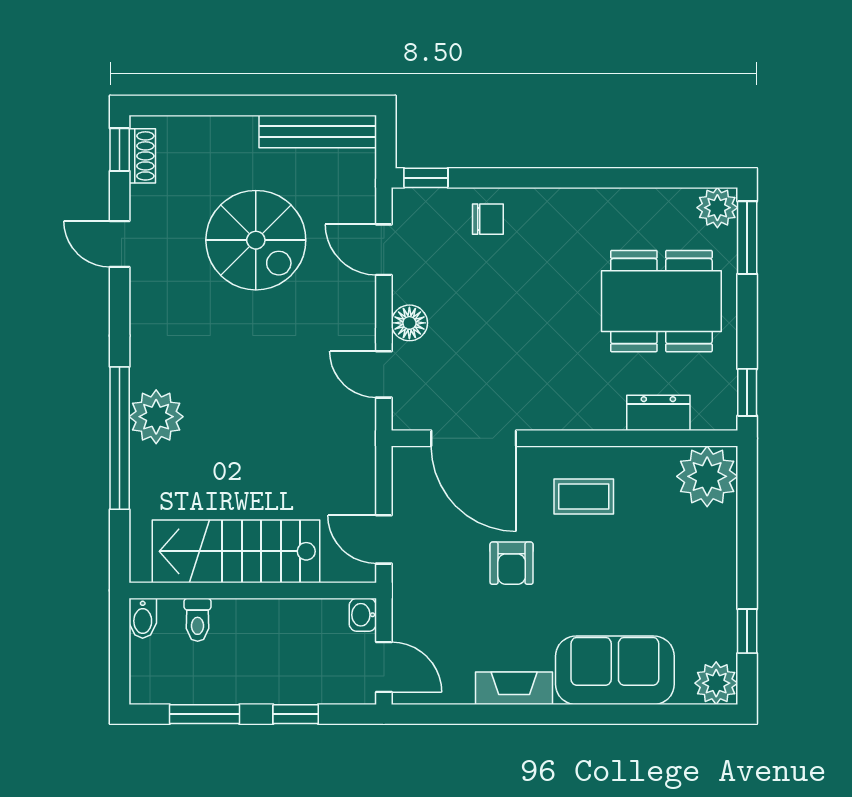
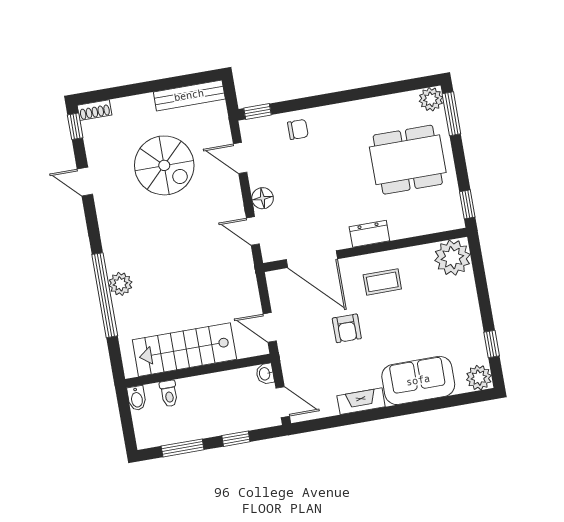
shoe rack: (142, 156) -> (95, 110), moved, turned 90
dresser: (658, 413) -> (369, 234), moved
plant: (156, 417) -> (120, 284), width x0.73, depth x0.73

